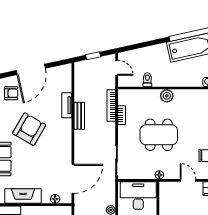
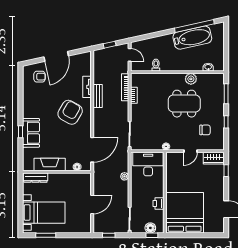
plant: (167, 96) -> (191, 79), moved
armchair: (29, 129) -> (70, 112), moved
dining table: (159, 135) -> (184, 104), moved
door: (188, 180) -> (191, 151), swing flipped

